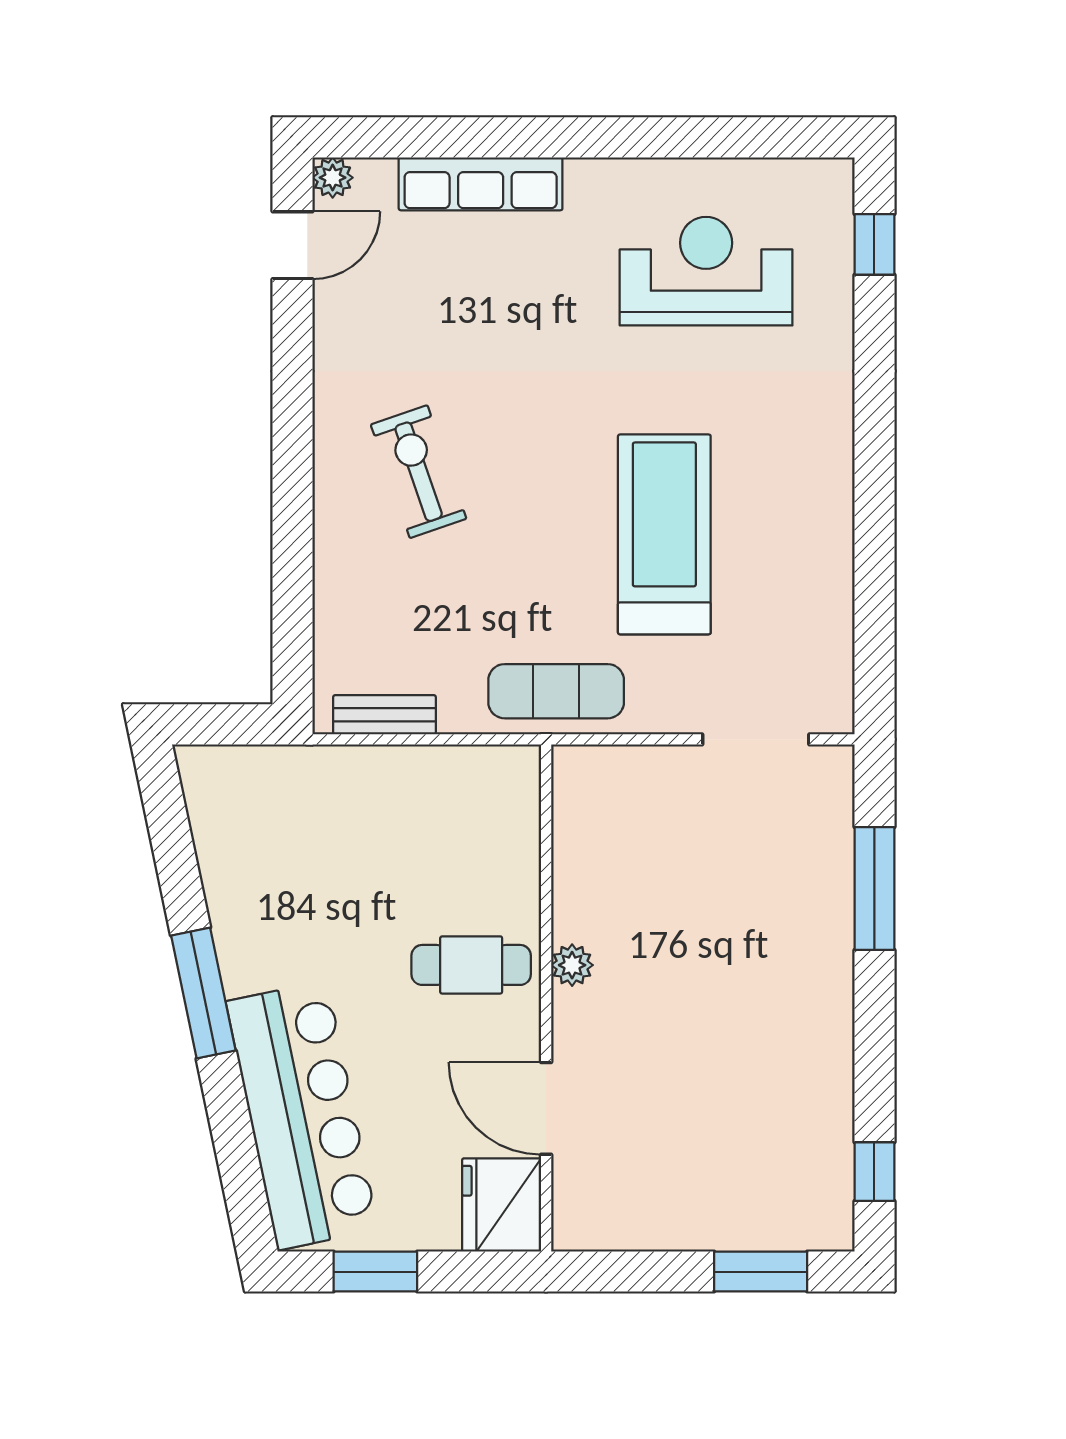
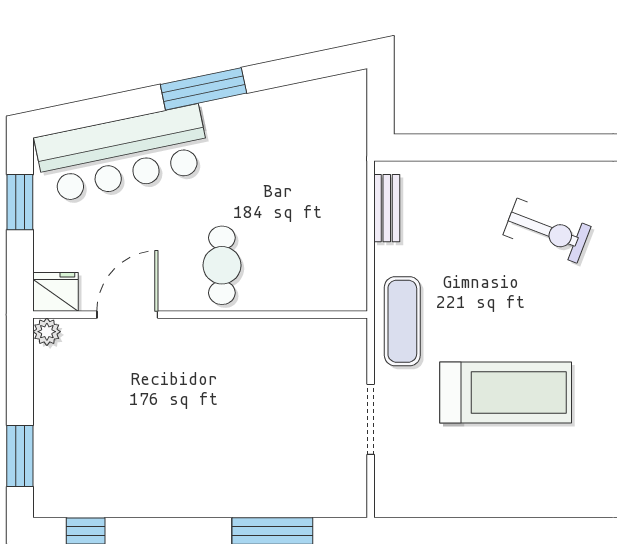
exercise bike: (419, 472) -> (547, 231), turned 40
doorway: (756, 739) -> (371, 419), moved
plant: (572, 965) -> (47, 332), moved
fridge: (502, 1205) -> (56, 292), width x0.73, depth x0.75

